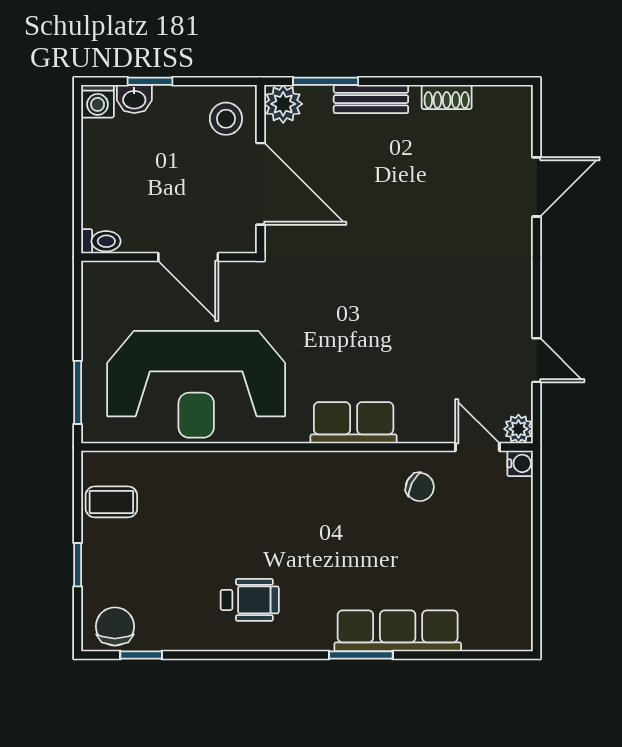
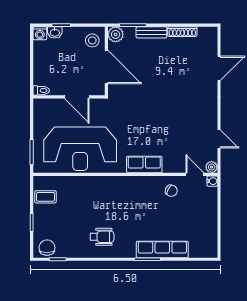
shoe rack: (447, 97) -> (182, 32), width x1.43

